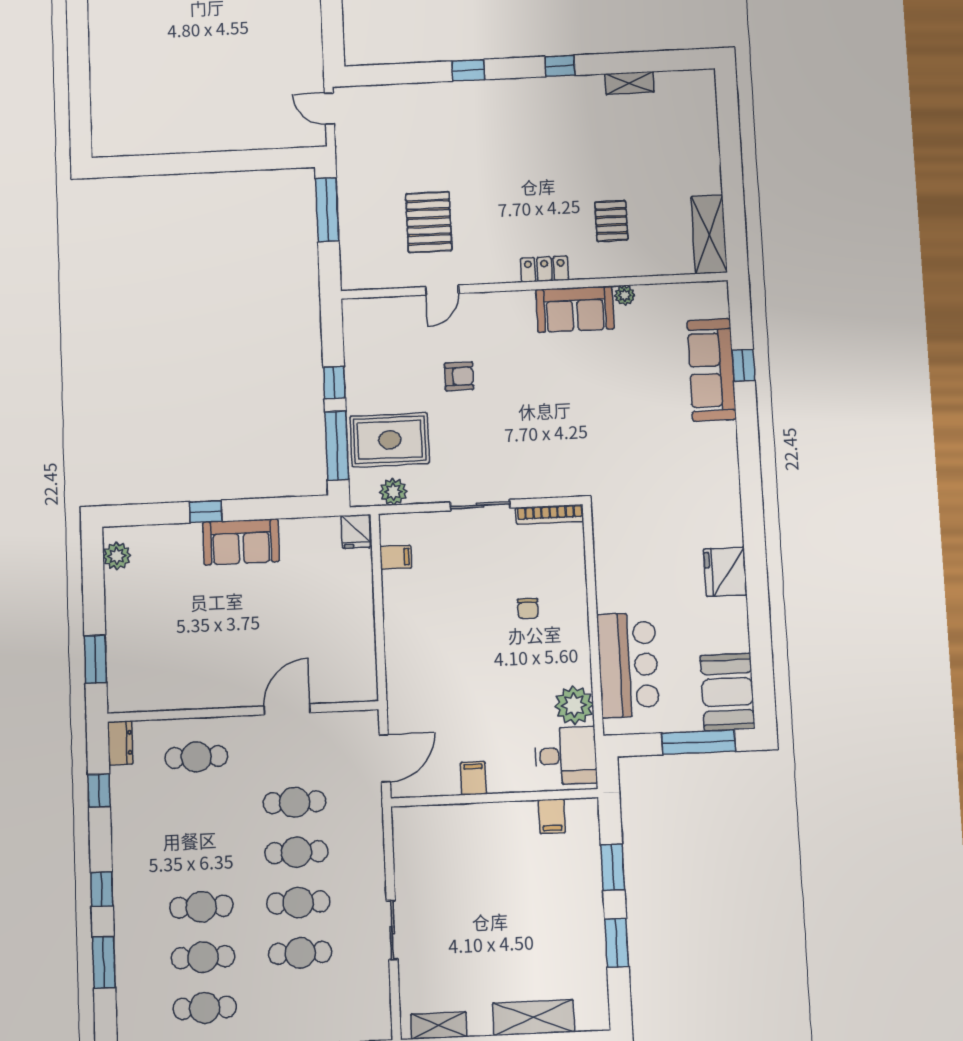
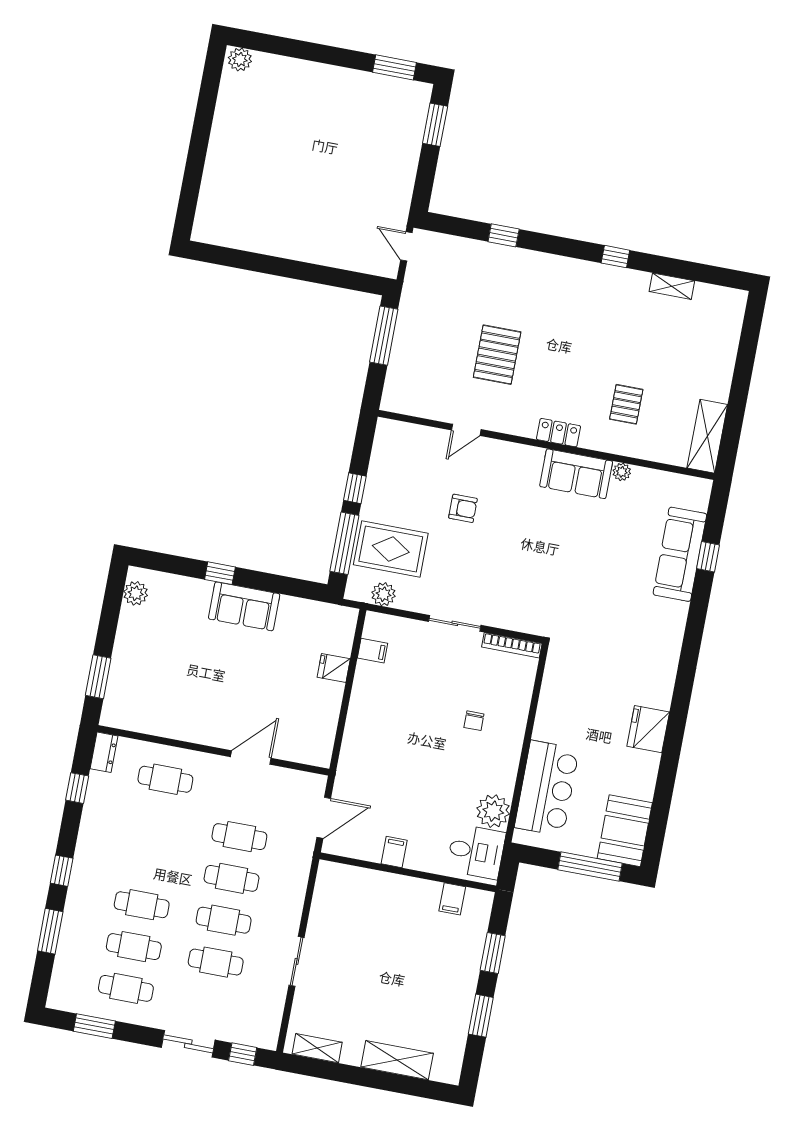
window: (468, 70) -> (504, 235), moved
pallet: (429, 222) -> (497, 355), moved
fridge: (356, 531) -> (334, 668), moved, turned 90

